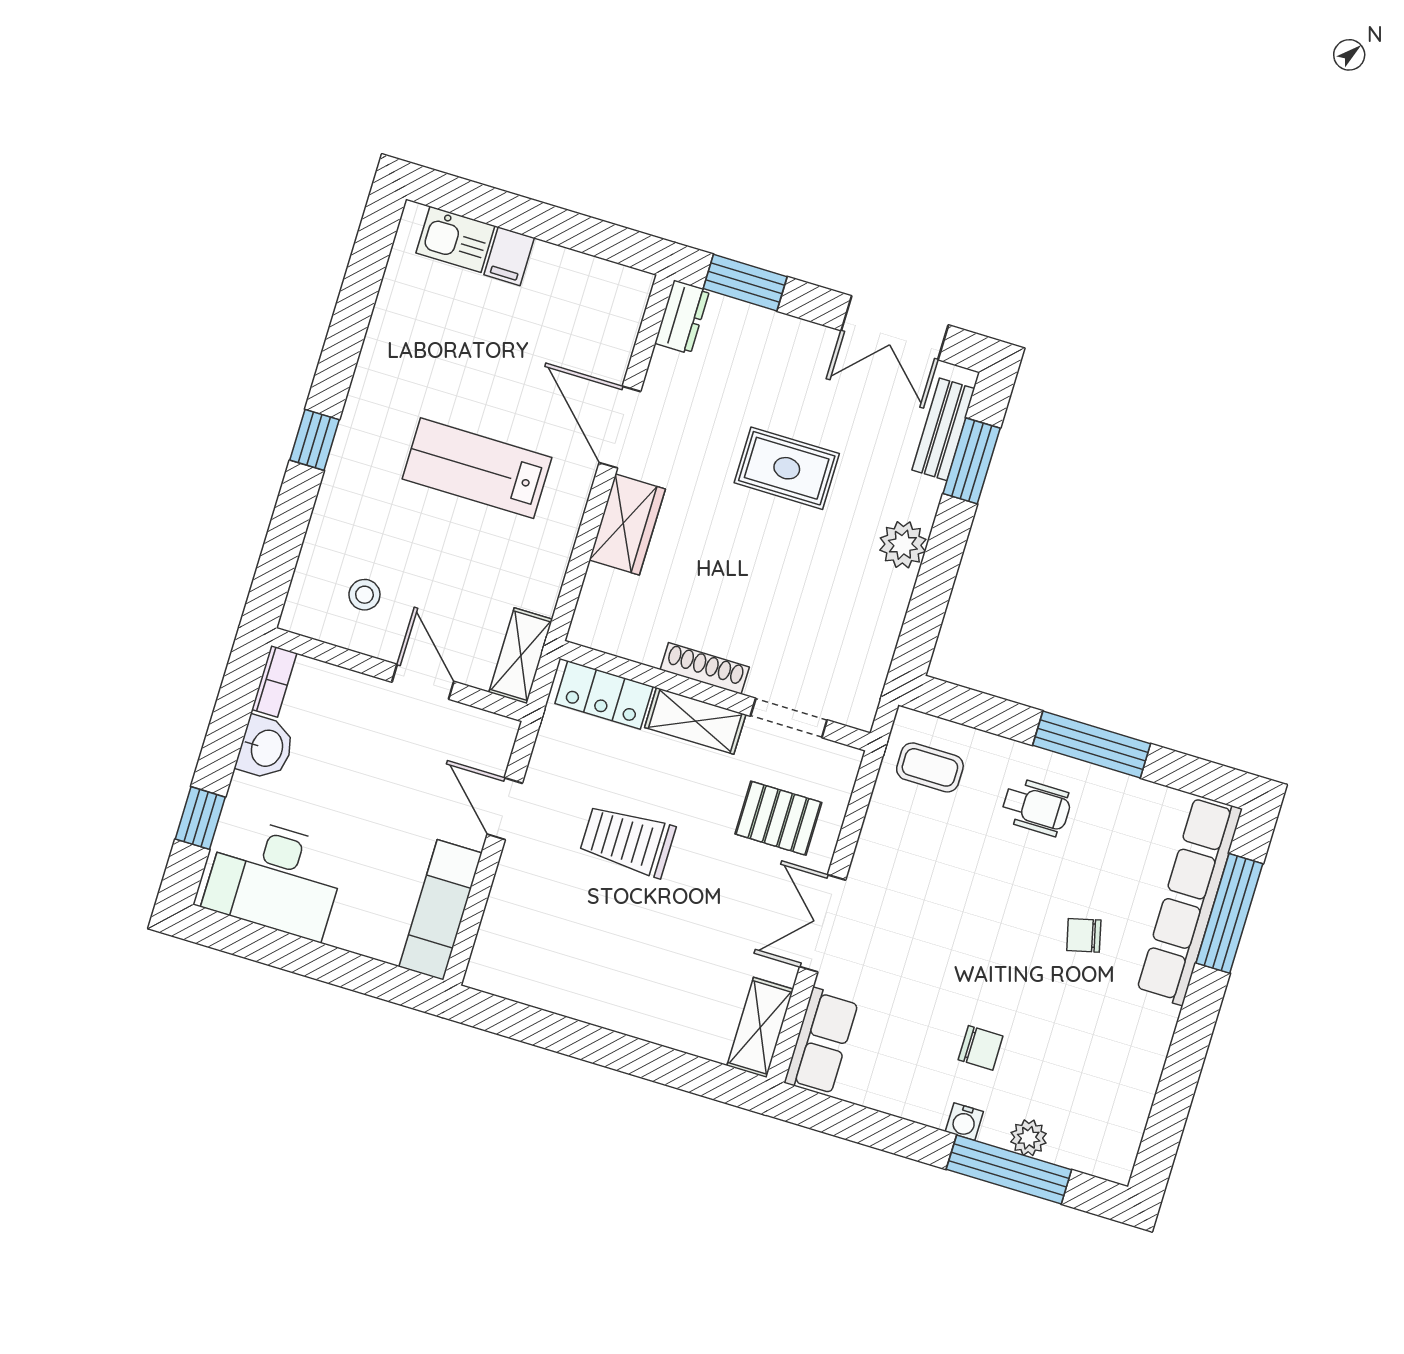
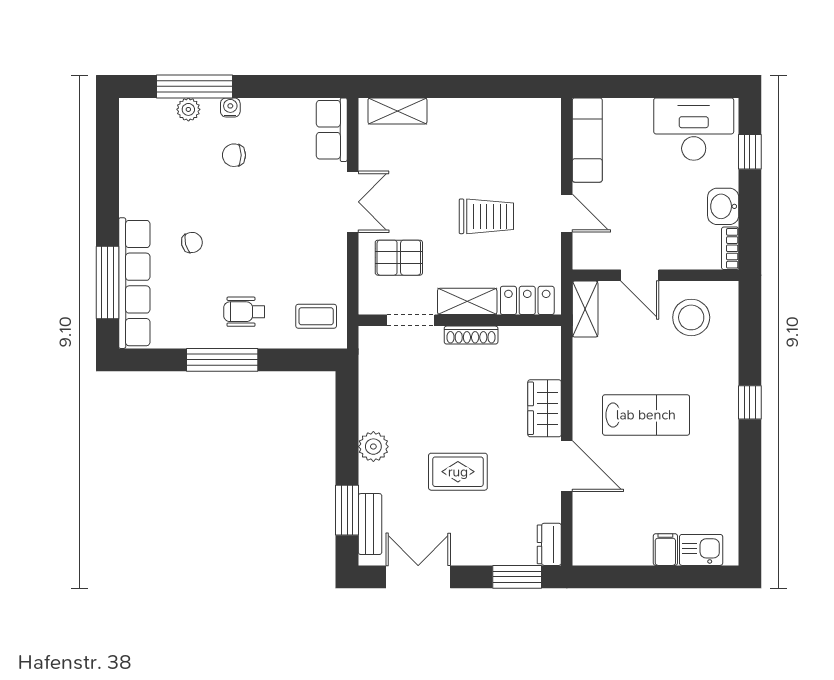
stool: (364, 595) -> (691, 317), width x1.89, depth x1.89
shelving: (760, 1028) -> (397, 111), moved, turned 90

